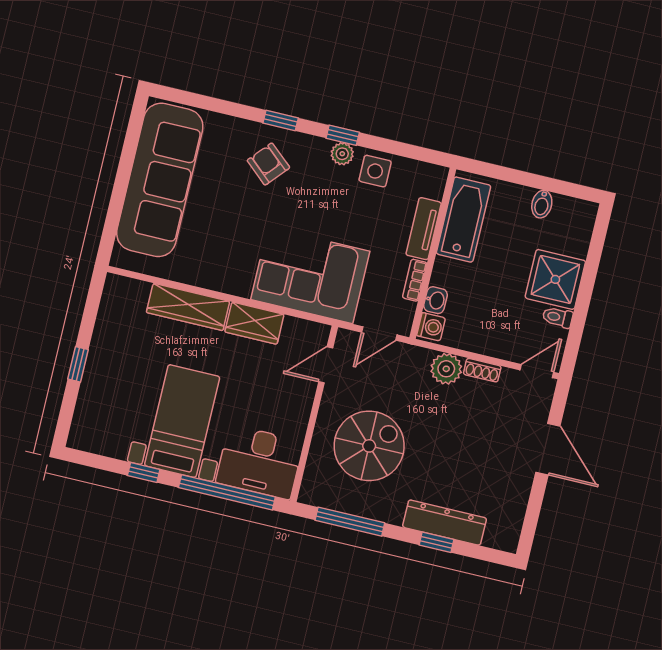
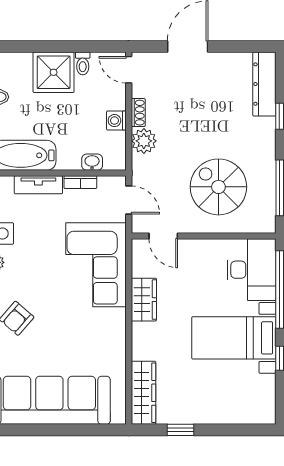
wardrobe: (188, 307) -> (143, 393), moved
washing machine: (431, 327) -> (116, 121), moved, turned -90
window: (78, 364) -> (181, 430), moved
dresser: (445, 523) -> (264, 84), moved

